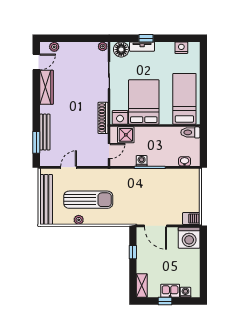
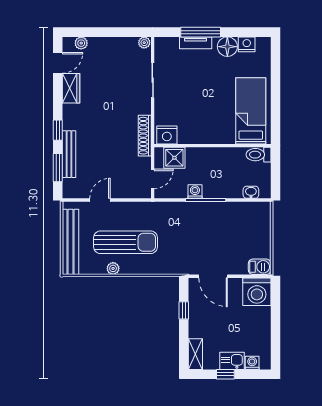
window: (146, 38) -> (201, 32), width x2.17
floor lamp: (121, 50) -> (227, 47), moved
wardrobe: (46, 87) -> (71, 88), width x0.67
bed: (144, 102) -> (198, 115), removed
window: (36, 114) -> (58, 130), added

